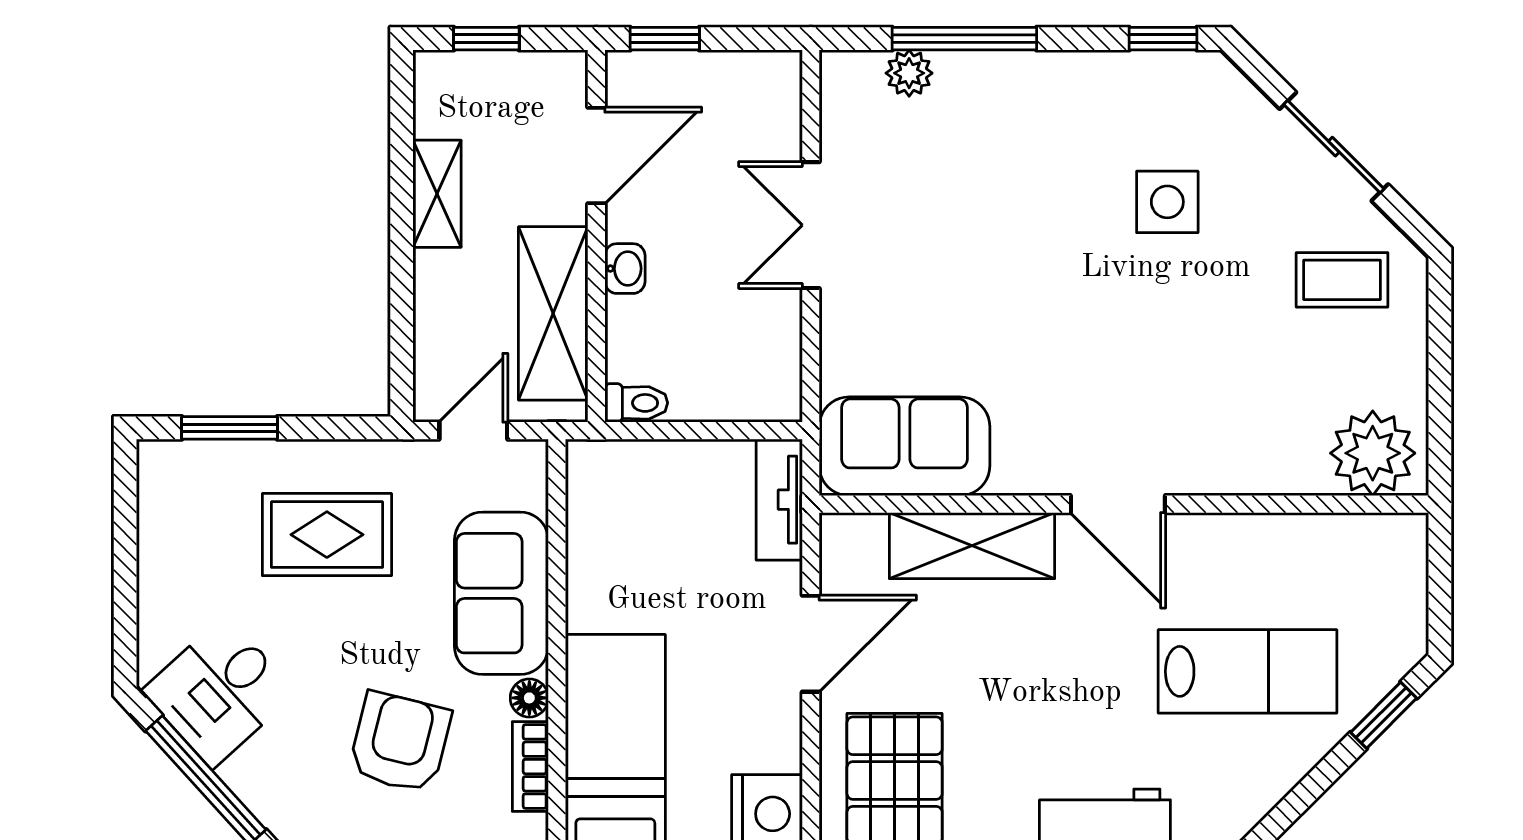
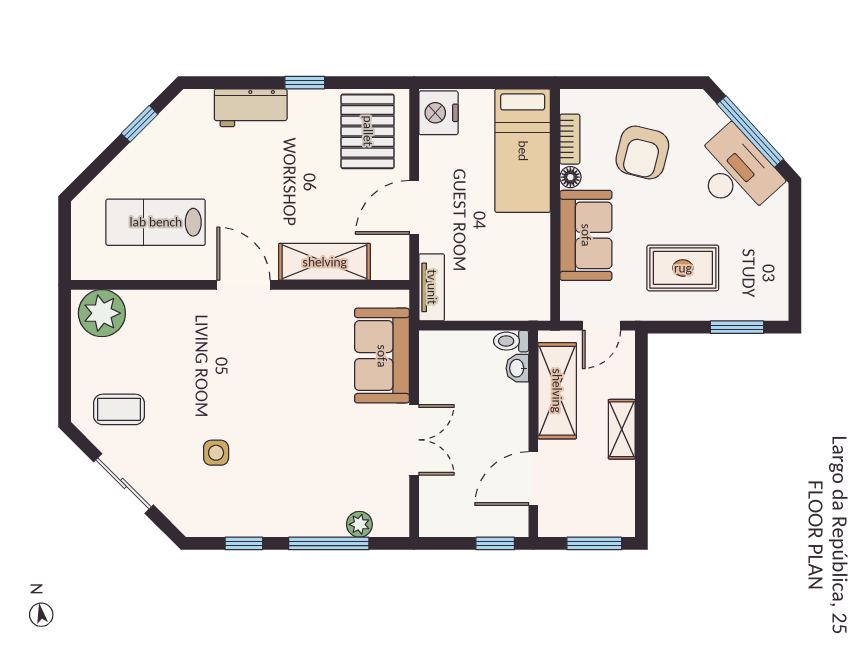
window: (486, 39) -> (594, 543), width x1.50
window: (1163, 39) -> (244, 543), moved
shelving: (437, 194) -> (622, 429), moved
side table: (1167, 202) -> (216, 453), width x0.73, depth x0.73
washbasin: (625, 269) -> (517, 368), moved
sofa: (905, 446) -> (382, 356), moved, turned 90
lab bench: (1248, 671) -> (156, 222), moved
desk: (219, 692) -> (735, 172), width x1.37
window: (1384, 715) -> (140, 124), moved

